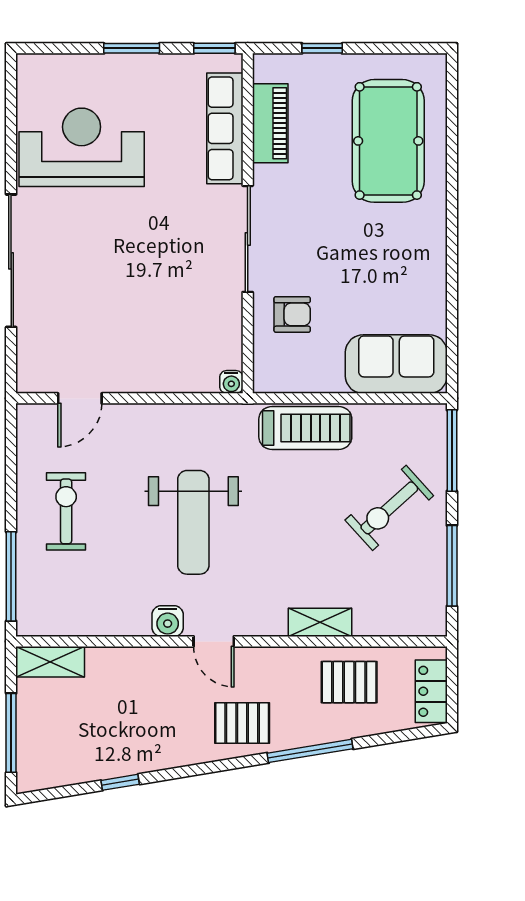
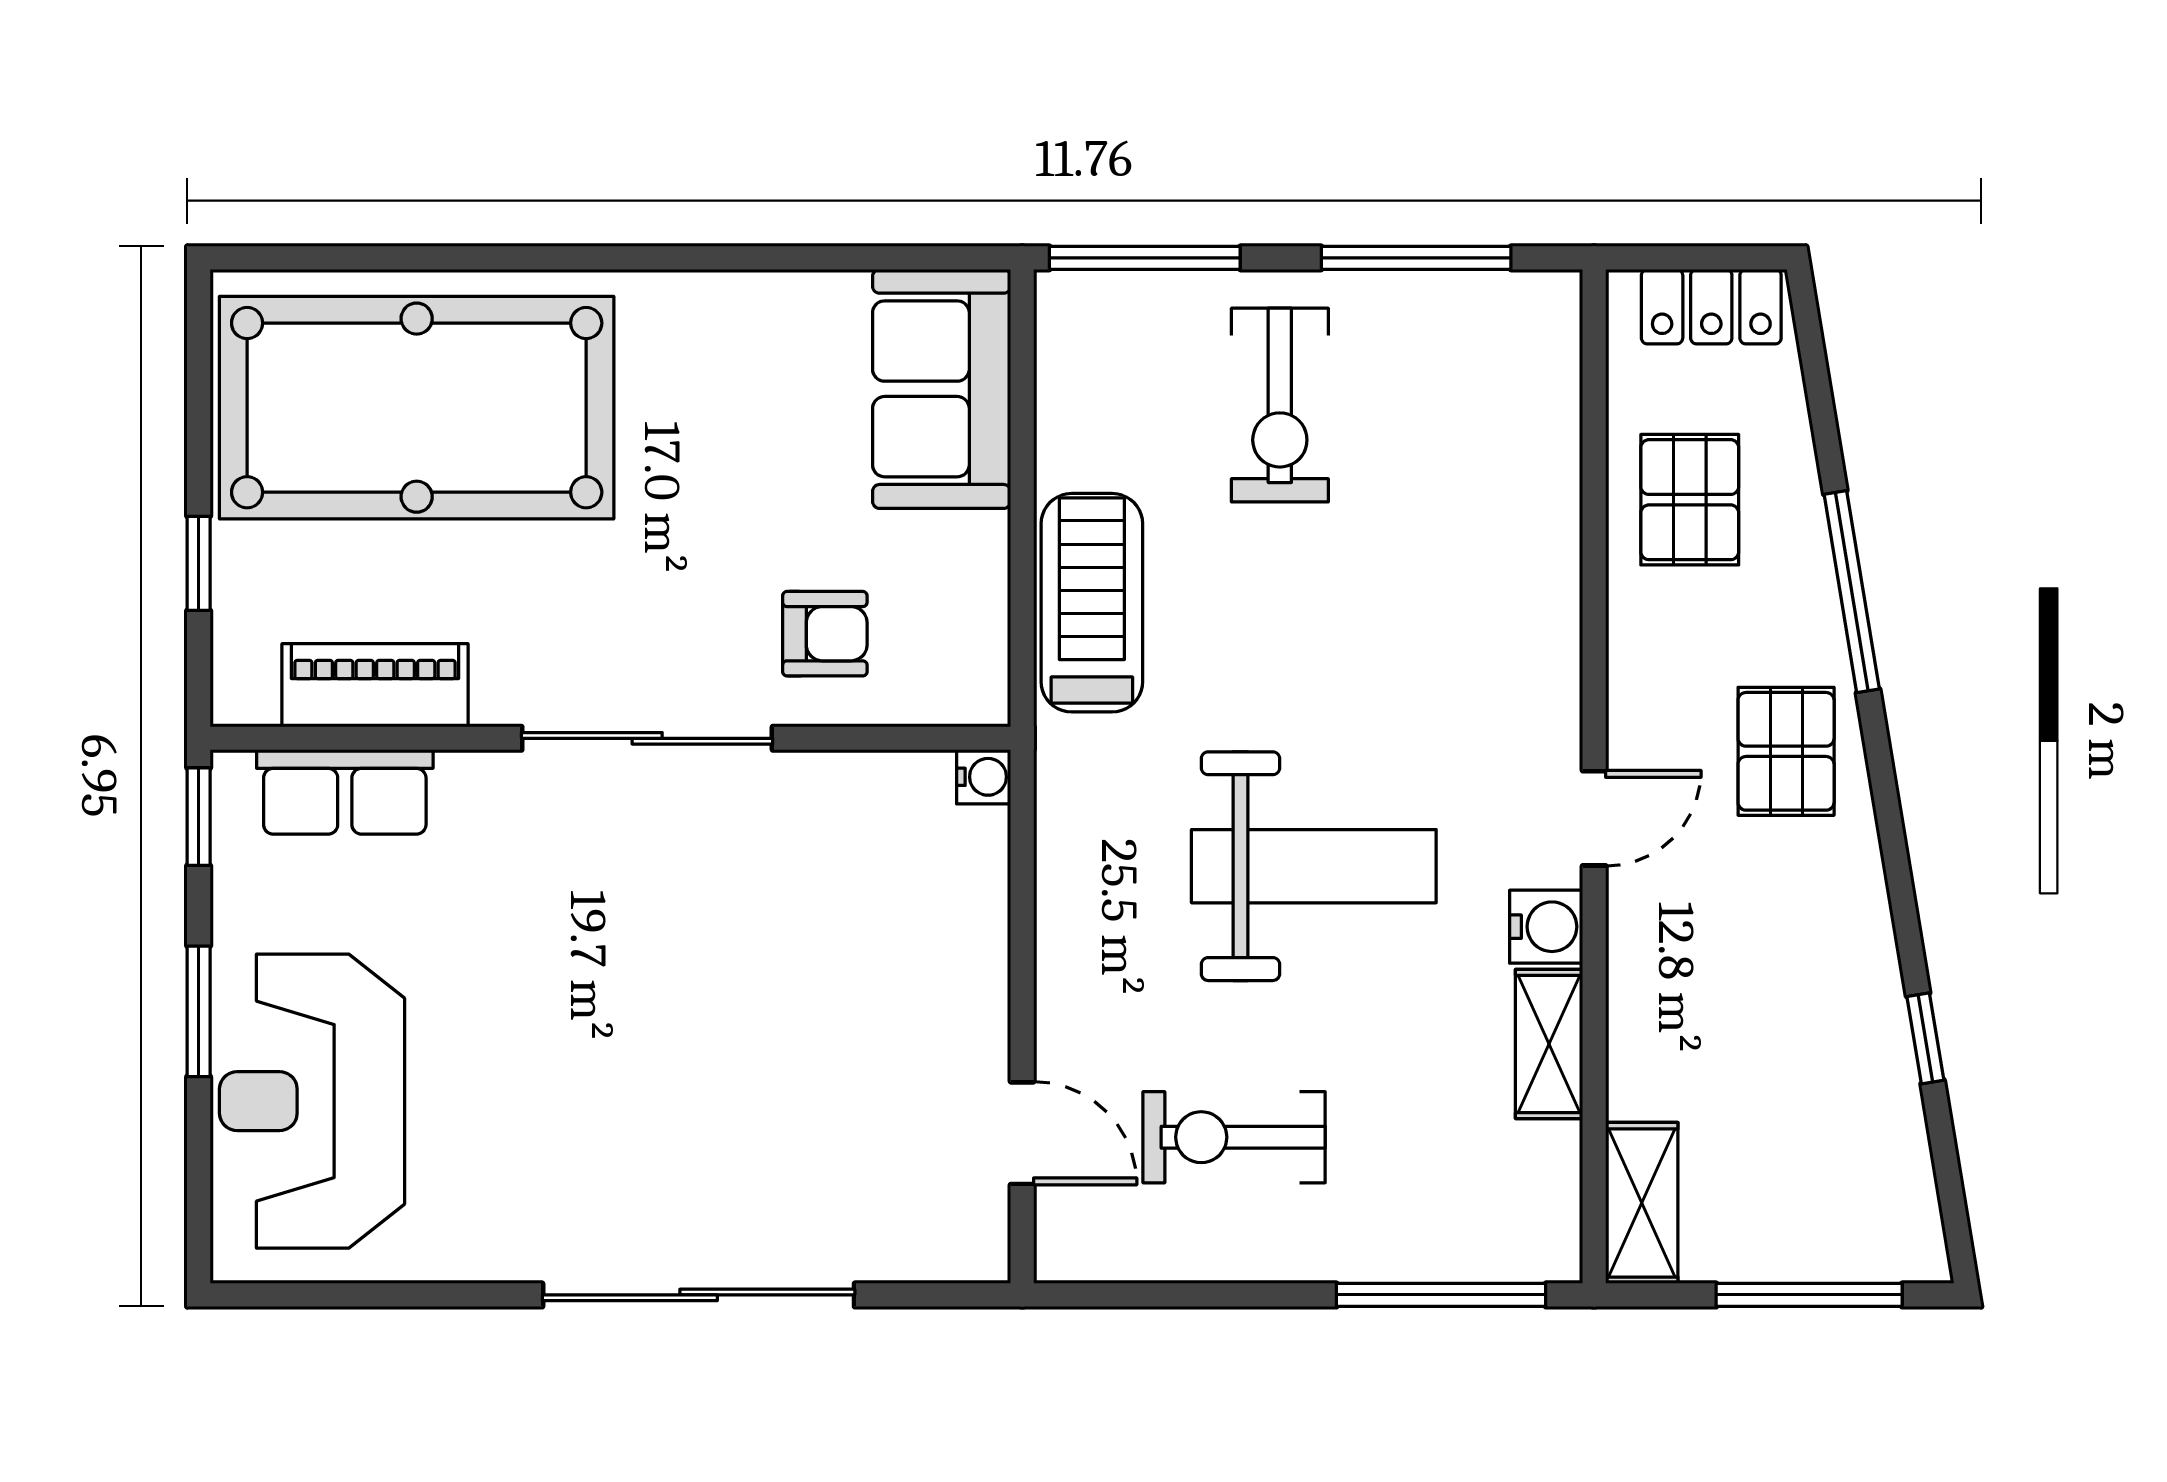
row of seats: (225, 128) -> (345, 792), width x0.68
pool table: (388, 141) -> (417, 408), width x1.36, depth x1.32
reception desk: (82, 147) -> (312, 1101), moved
armchair: (292, 314) -> (825, 634), turned 90
exercise bike: (389, 508) -> (1280, 405), turned 42
exercise bike: (66, 511) -> (1234, 1137), moved
shelving: (320, 622) -> (1549, 1044), moved

